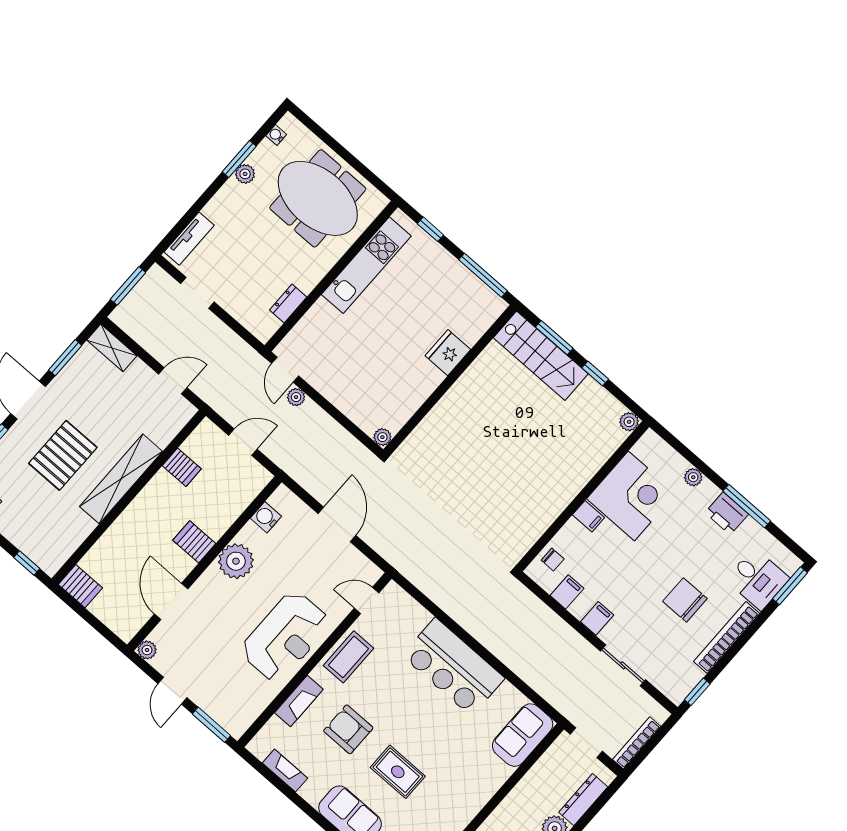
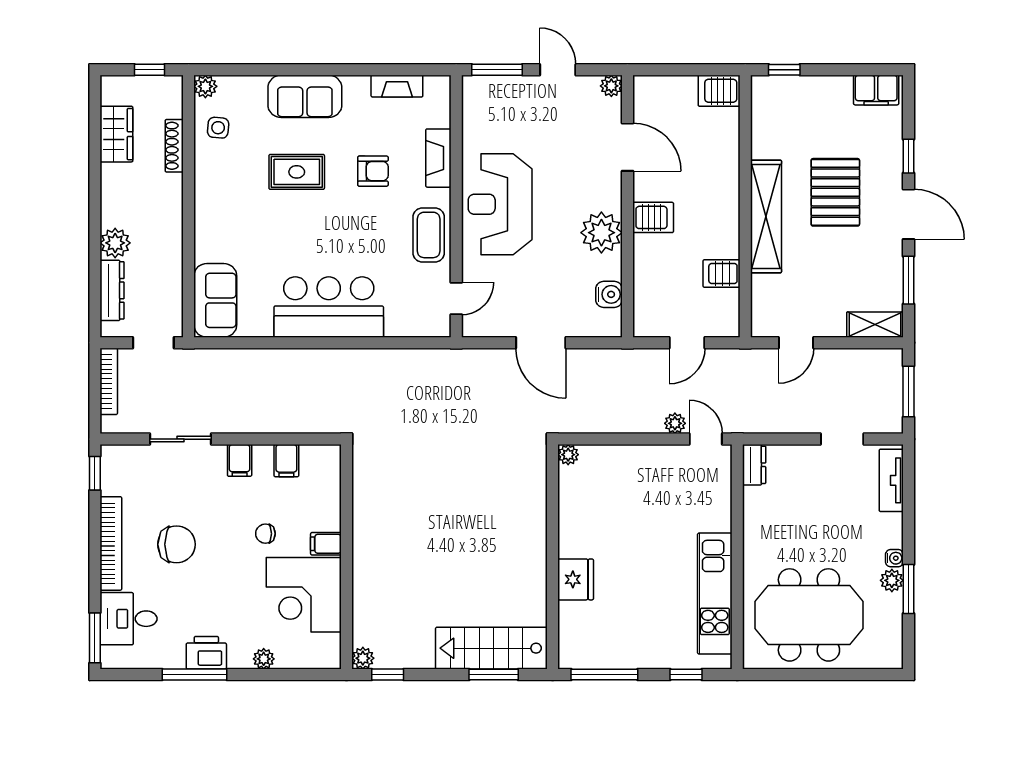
water cooler: (276, 135) -> (894, 558), moved
dresser: (288, 304) -> (754, 465), moved
window: (595, 374) -> (388, 675), moved
chair: (553, 560) -> (265, 534), moved
armchair: (348, 729) -> (373, 171), width x0.72, depth x0.72

